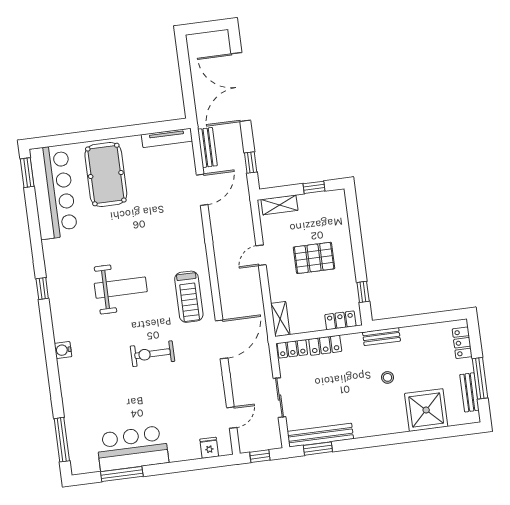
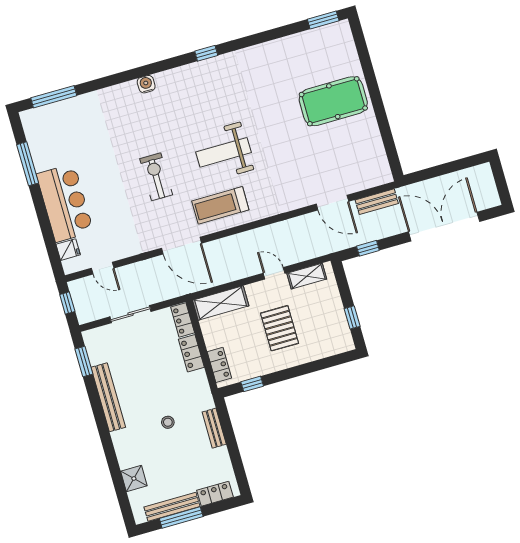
tv unit: (167, 138) -> (380, 158), removed
bar counter: (54, 192) -> (307, 50), removed
shelving: (279, 205) -> (307, 276), moved, turned 90
weight bench: (121, 288) -> (223, 152), moved, turned 90
shelving: (280, 319) -> (221, 303), width x1.50, depth x1.33
bench: (381, 337) -> (214, 428), moved
bench: (469, 392) -> (172, 507), width x1.36
shower: (426, 410) -> (134, 478), width x0.54, depth x0.54
bench: (320, 435) -> (108, 397), moved
bar counter: (132, 448) -> (65, 203), moved

